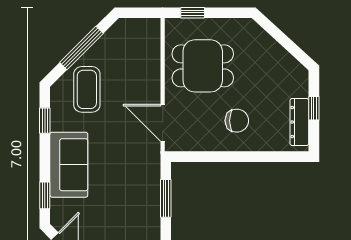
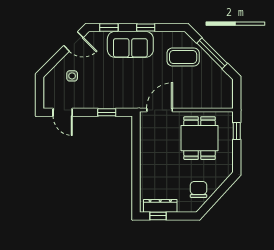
window: (314, 108) -> (158, 216), moved
window: (45, 121) -> (146, 27), moved
chair: (237, 121) -> (198, 189), moved, turned 180
window: (166, 198) -> (107, 112), width x0.67

